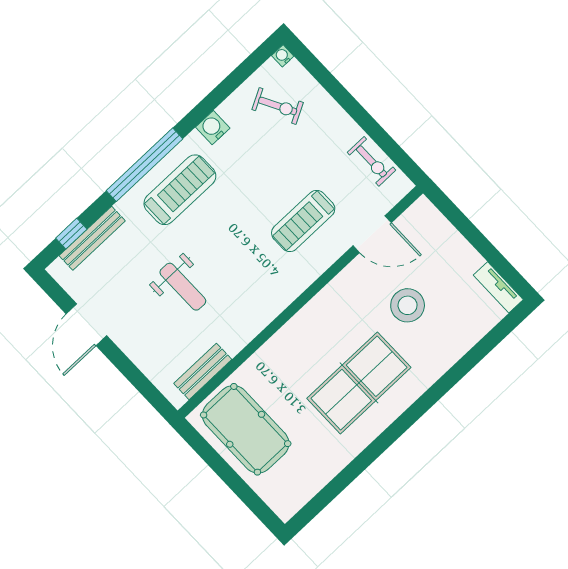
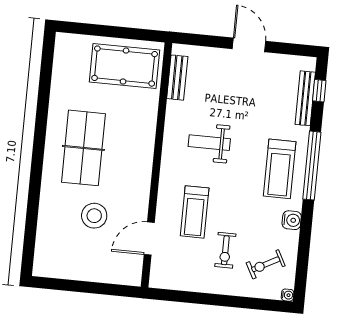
exercise bike: (372, 161) -> (225, 250), moved, turned -90
treadmill: (303, 221) -> (195, 212), turned 180
weight bench: (183, 287) -> (209, 143), moved
tv unit: (498, 287) -> (52, 270), removed
door: (86, 325) -> (249, 45), moved

